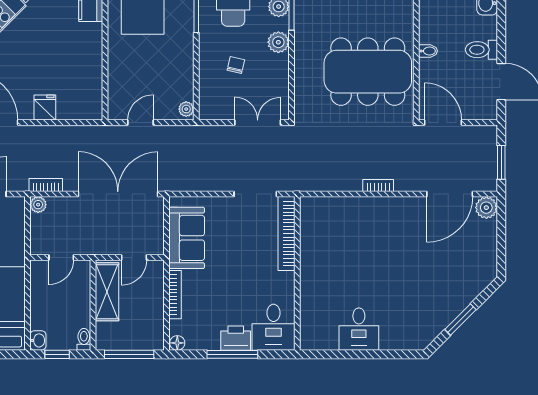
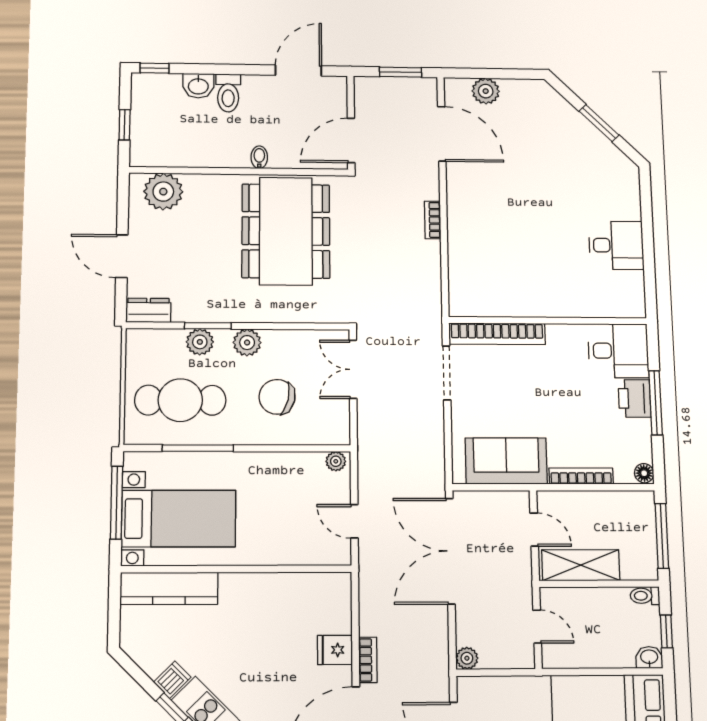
toilet: (481, 50) -> (228, 93), moved
chair: (236, 65) -> (277, 397), width x1.87, depth x1.87
bookcase: (46, 185) -> (368, 660), moved, turned 180
plant: (486, 208) -> (486, 91), moved

